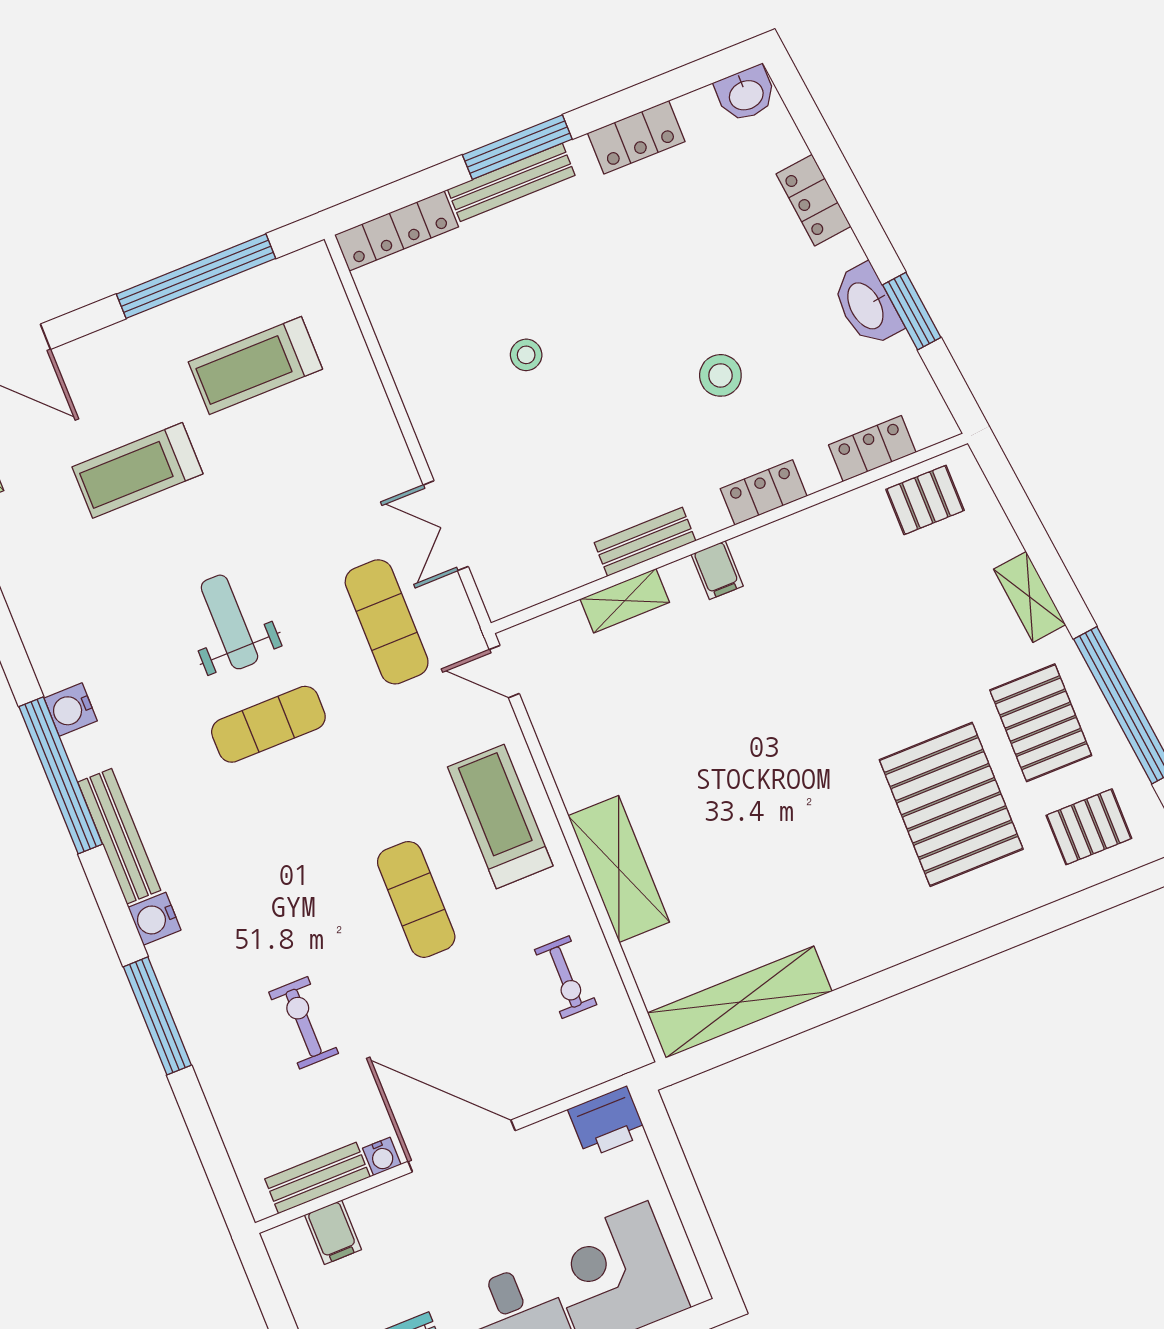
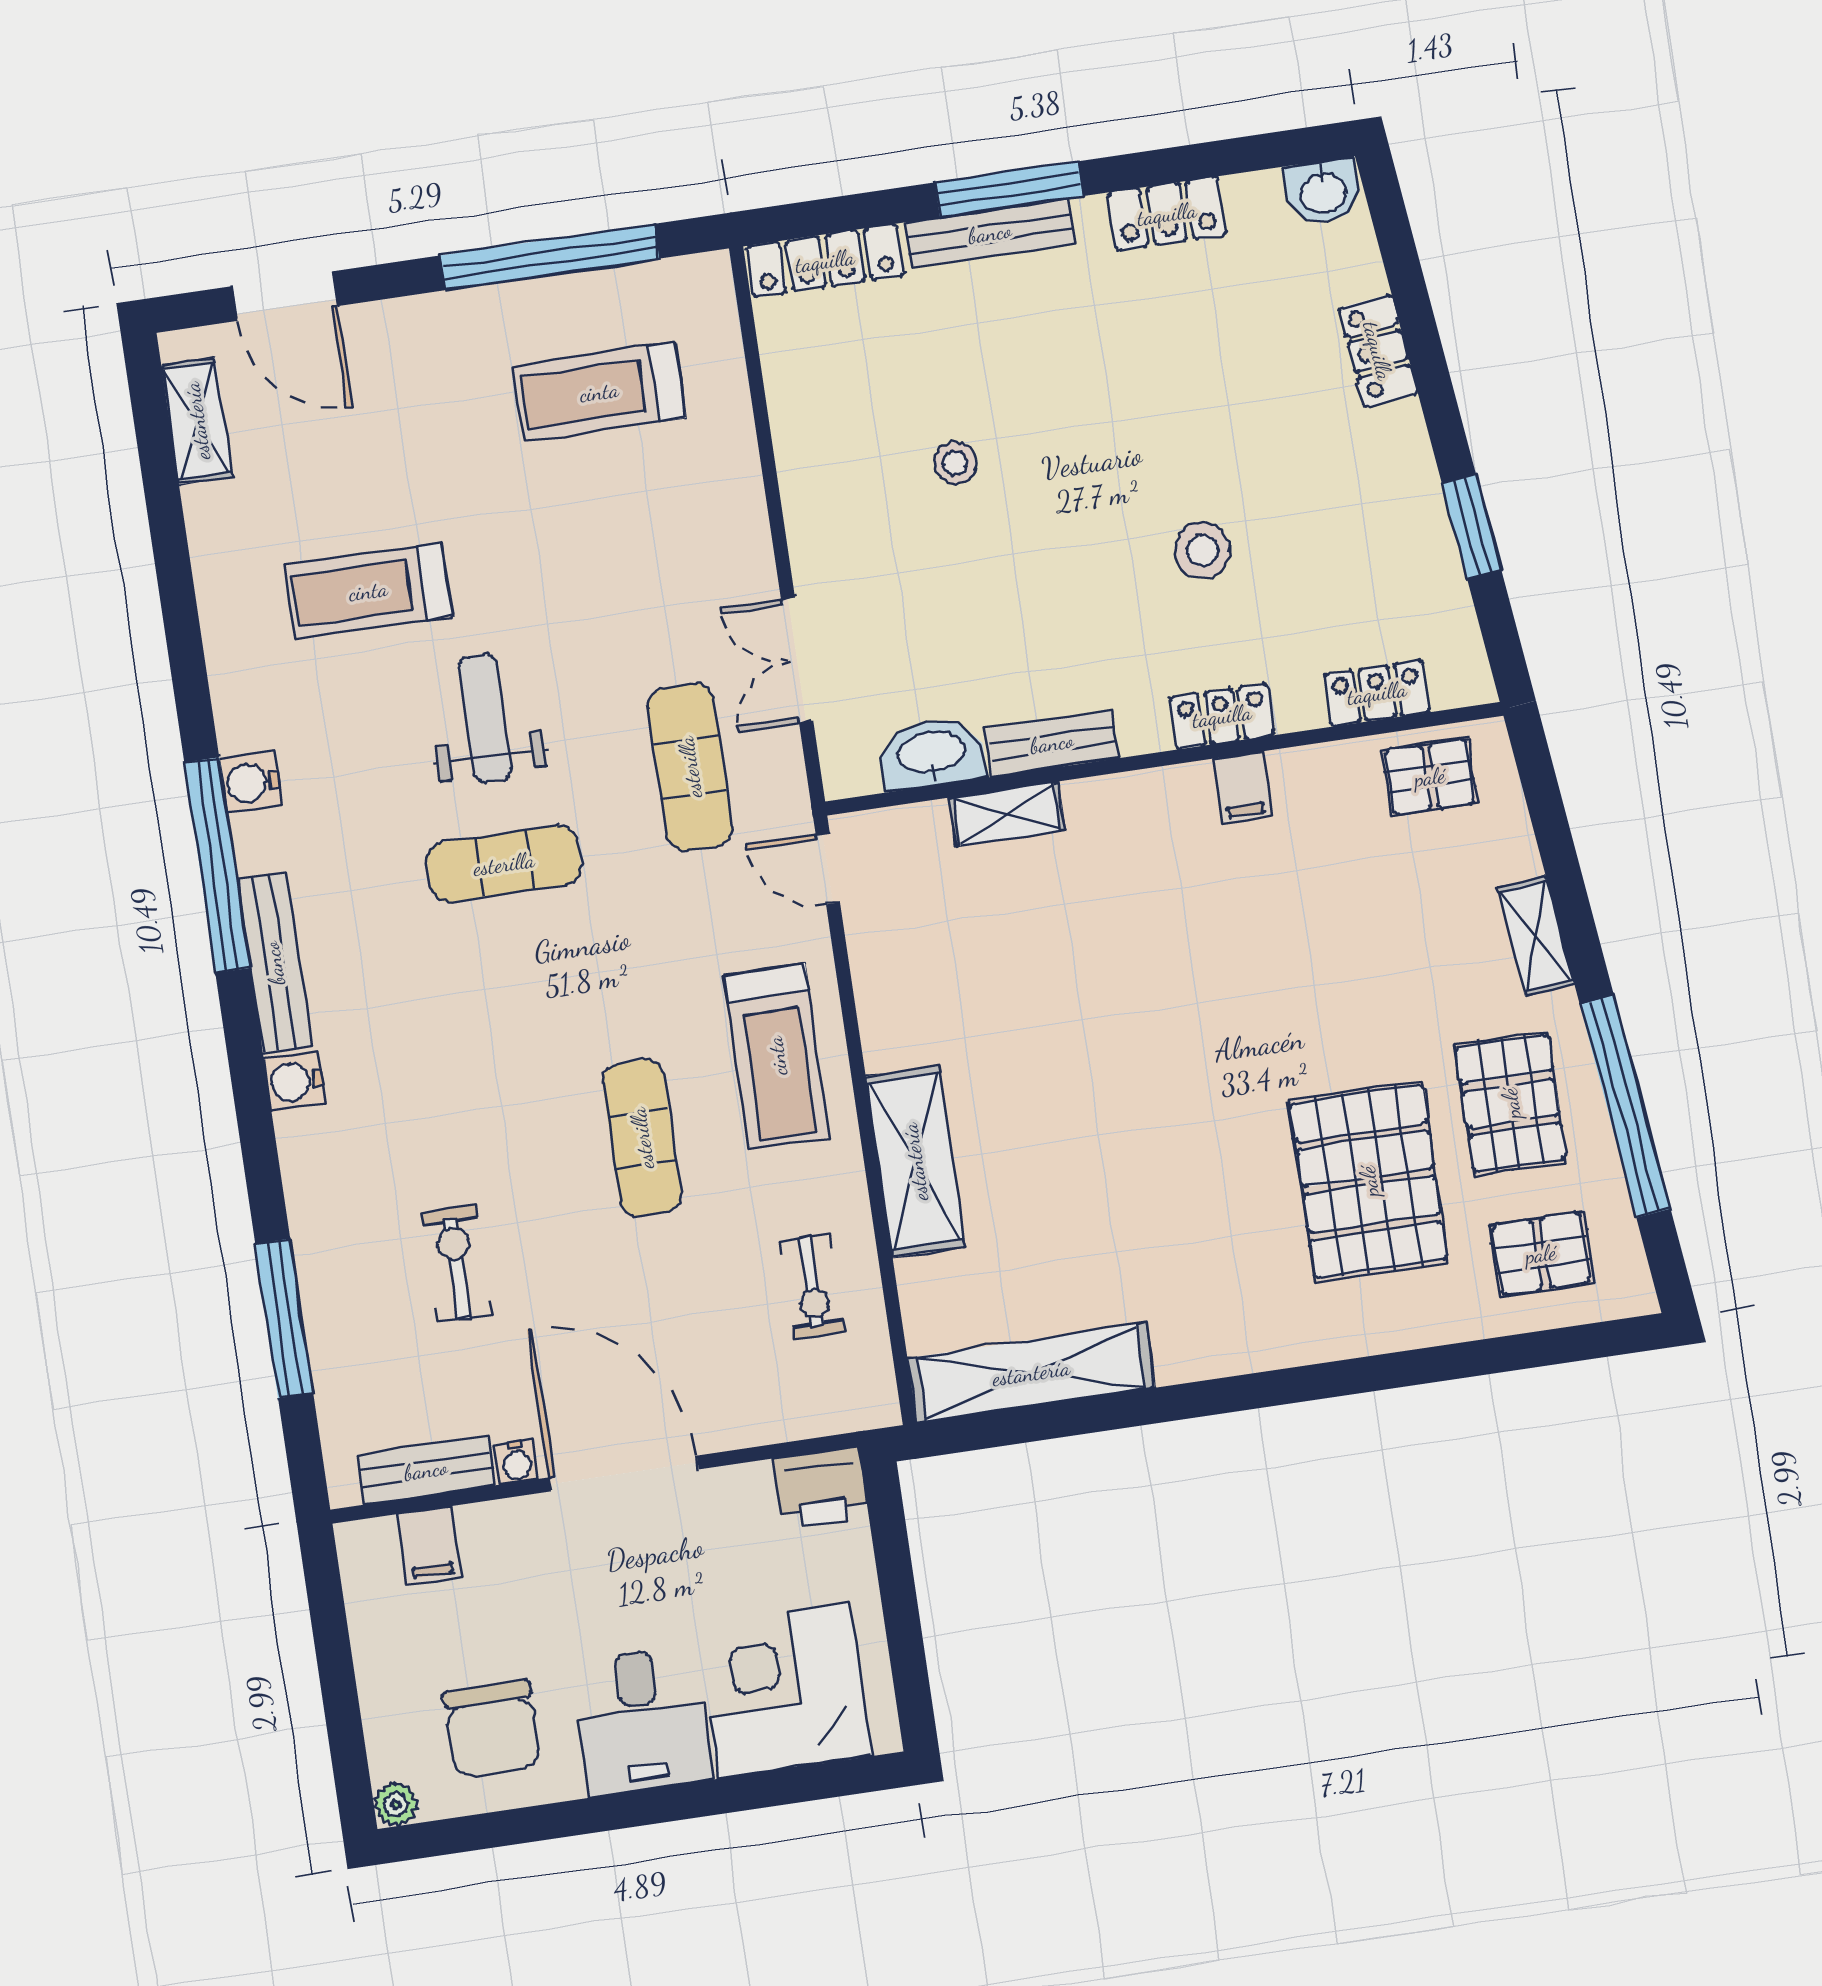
washbasin: (867, 305) -> (931, 754), moved, turned 96
treadmill: (137, 470) -> (368, 591), moved
filing cabinet: (717, 570) -> (1243, 787), moved
treadmill: (500, 816) -> (777, 1056), turned 180
window: (157, 1016) -> (284, 1318), moved

